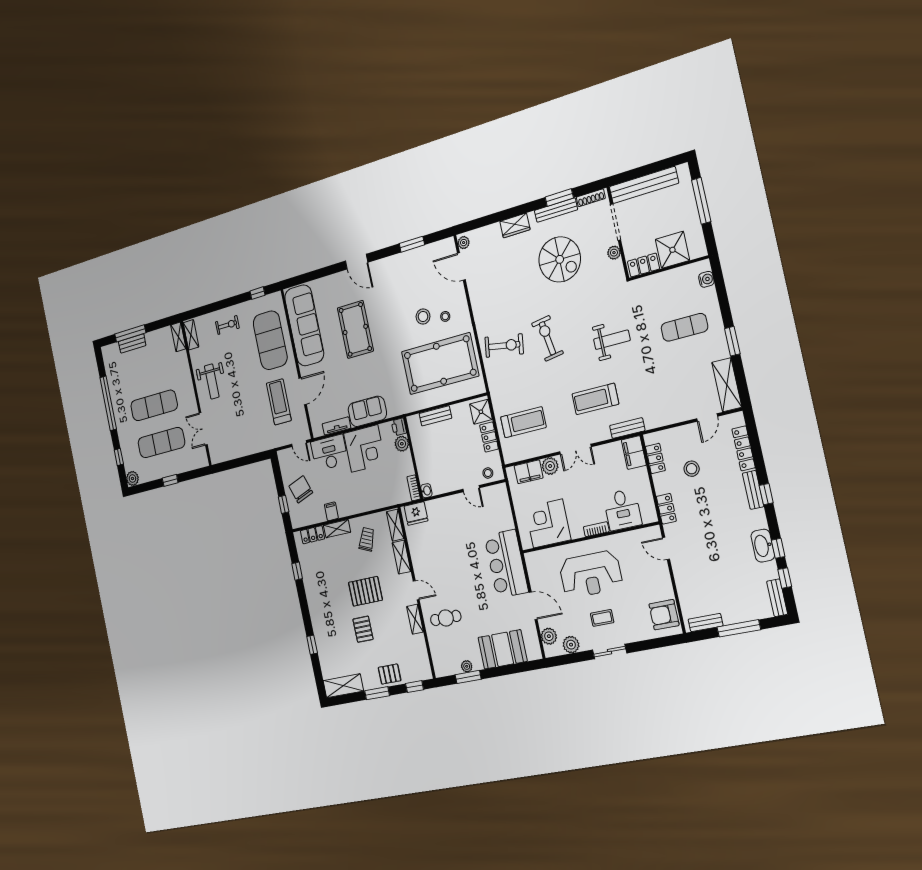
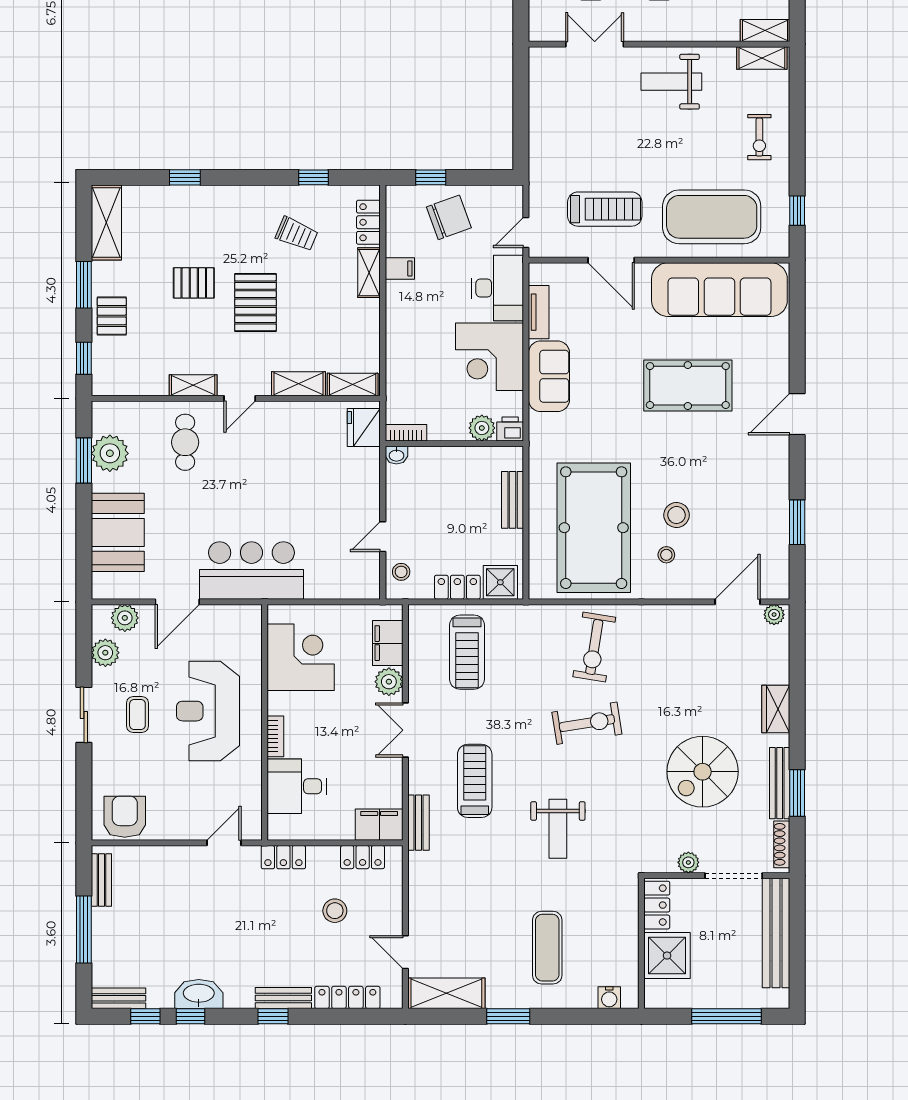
trolley: (367, 539) -> (297, 234), moved
plant: (467, 666) -> (110, 453), width x1.88, depth x1.88

